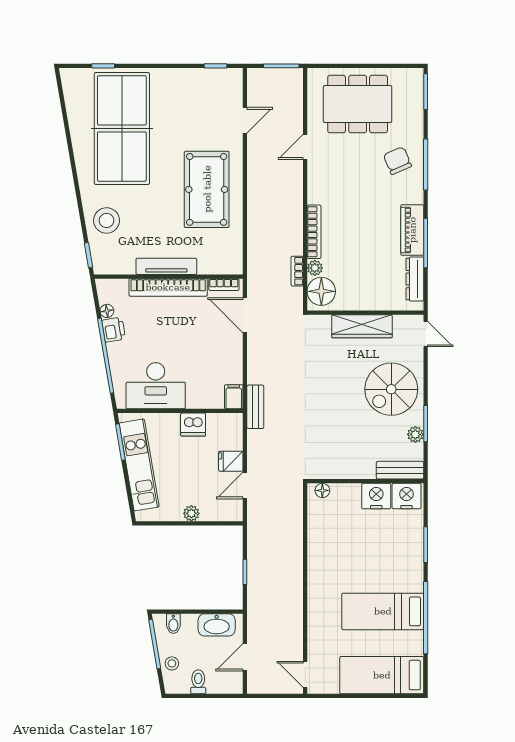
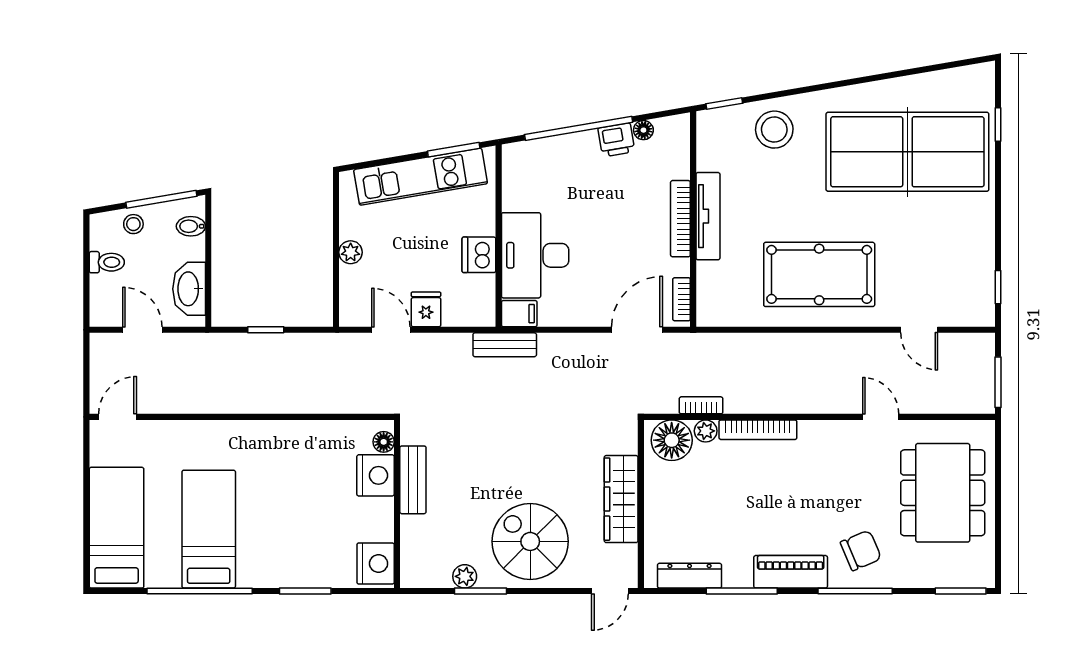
piano: (412, 230) -> (791, 572), moved
bookcase: (168, 287) -> (680, 219), width x0.68, depth x0.76
desk: (156, 386) -> (535, 255), moved
bench: (400, 470) -> (413, 480), moved
nightstand: (376, 496) -> (376, 475), moved

